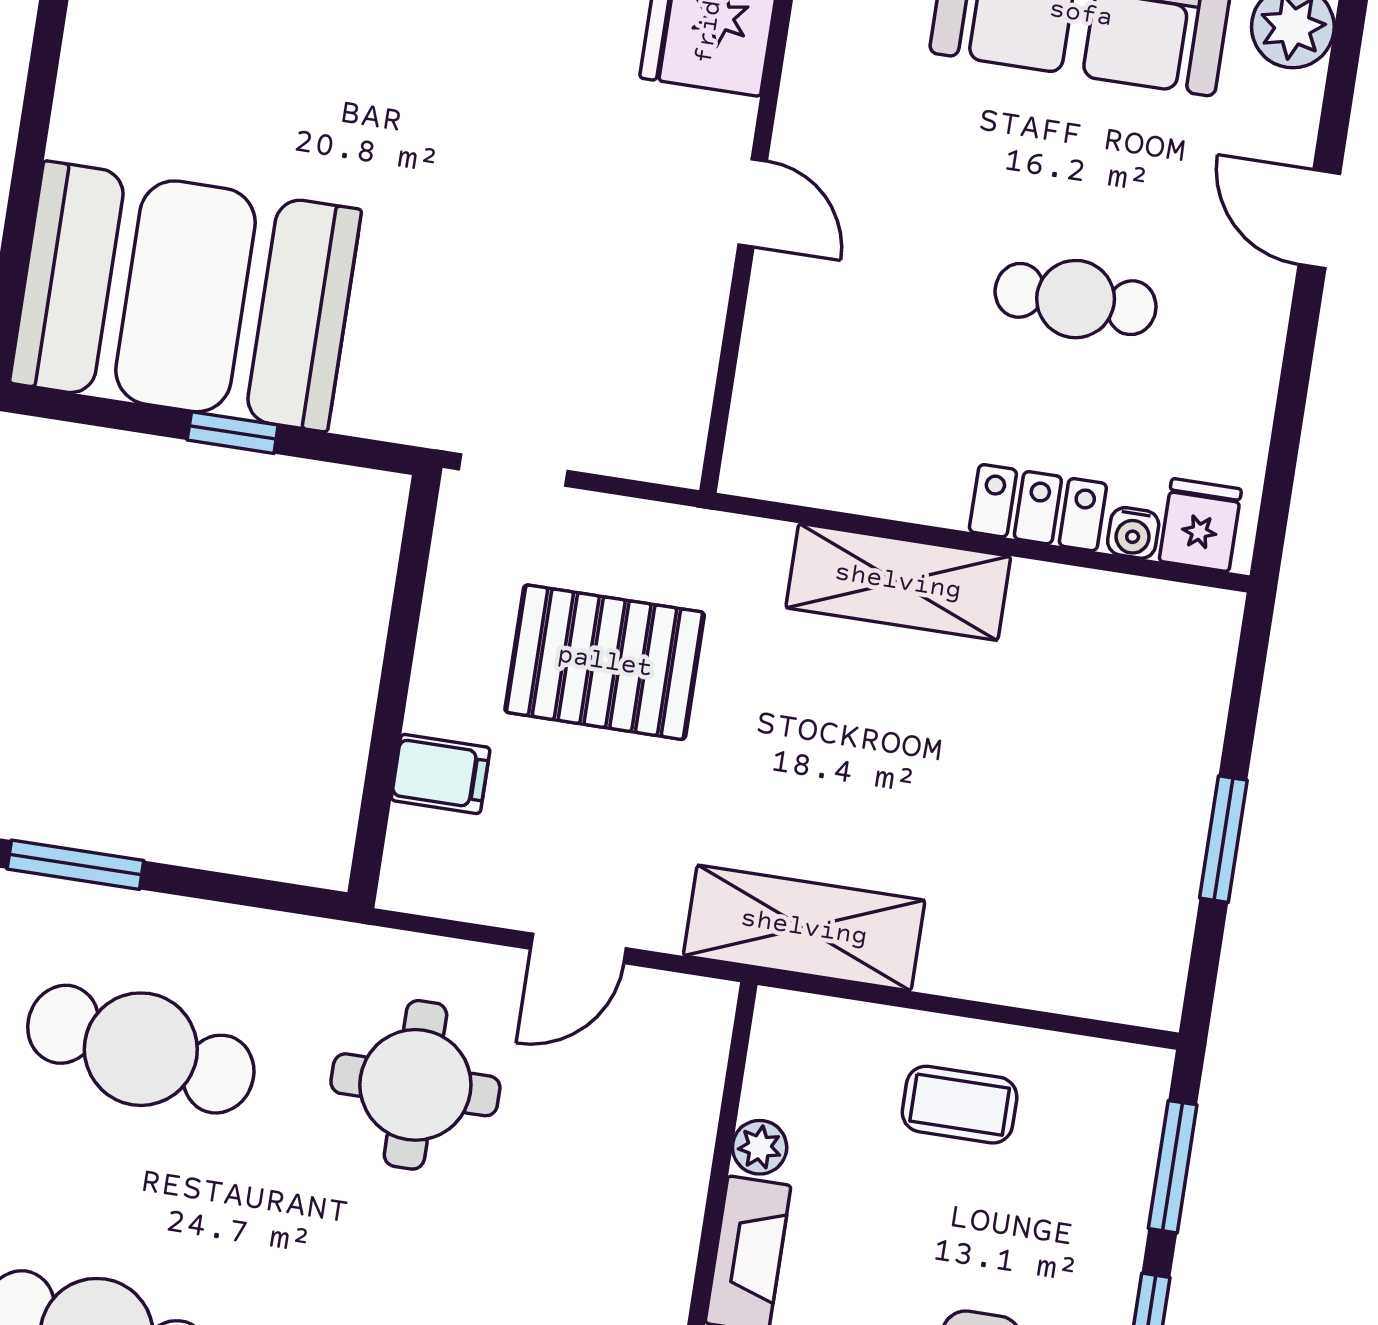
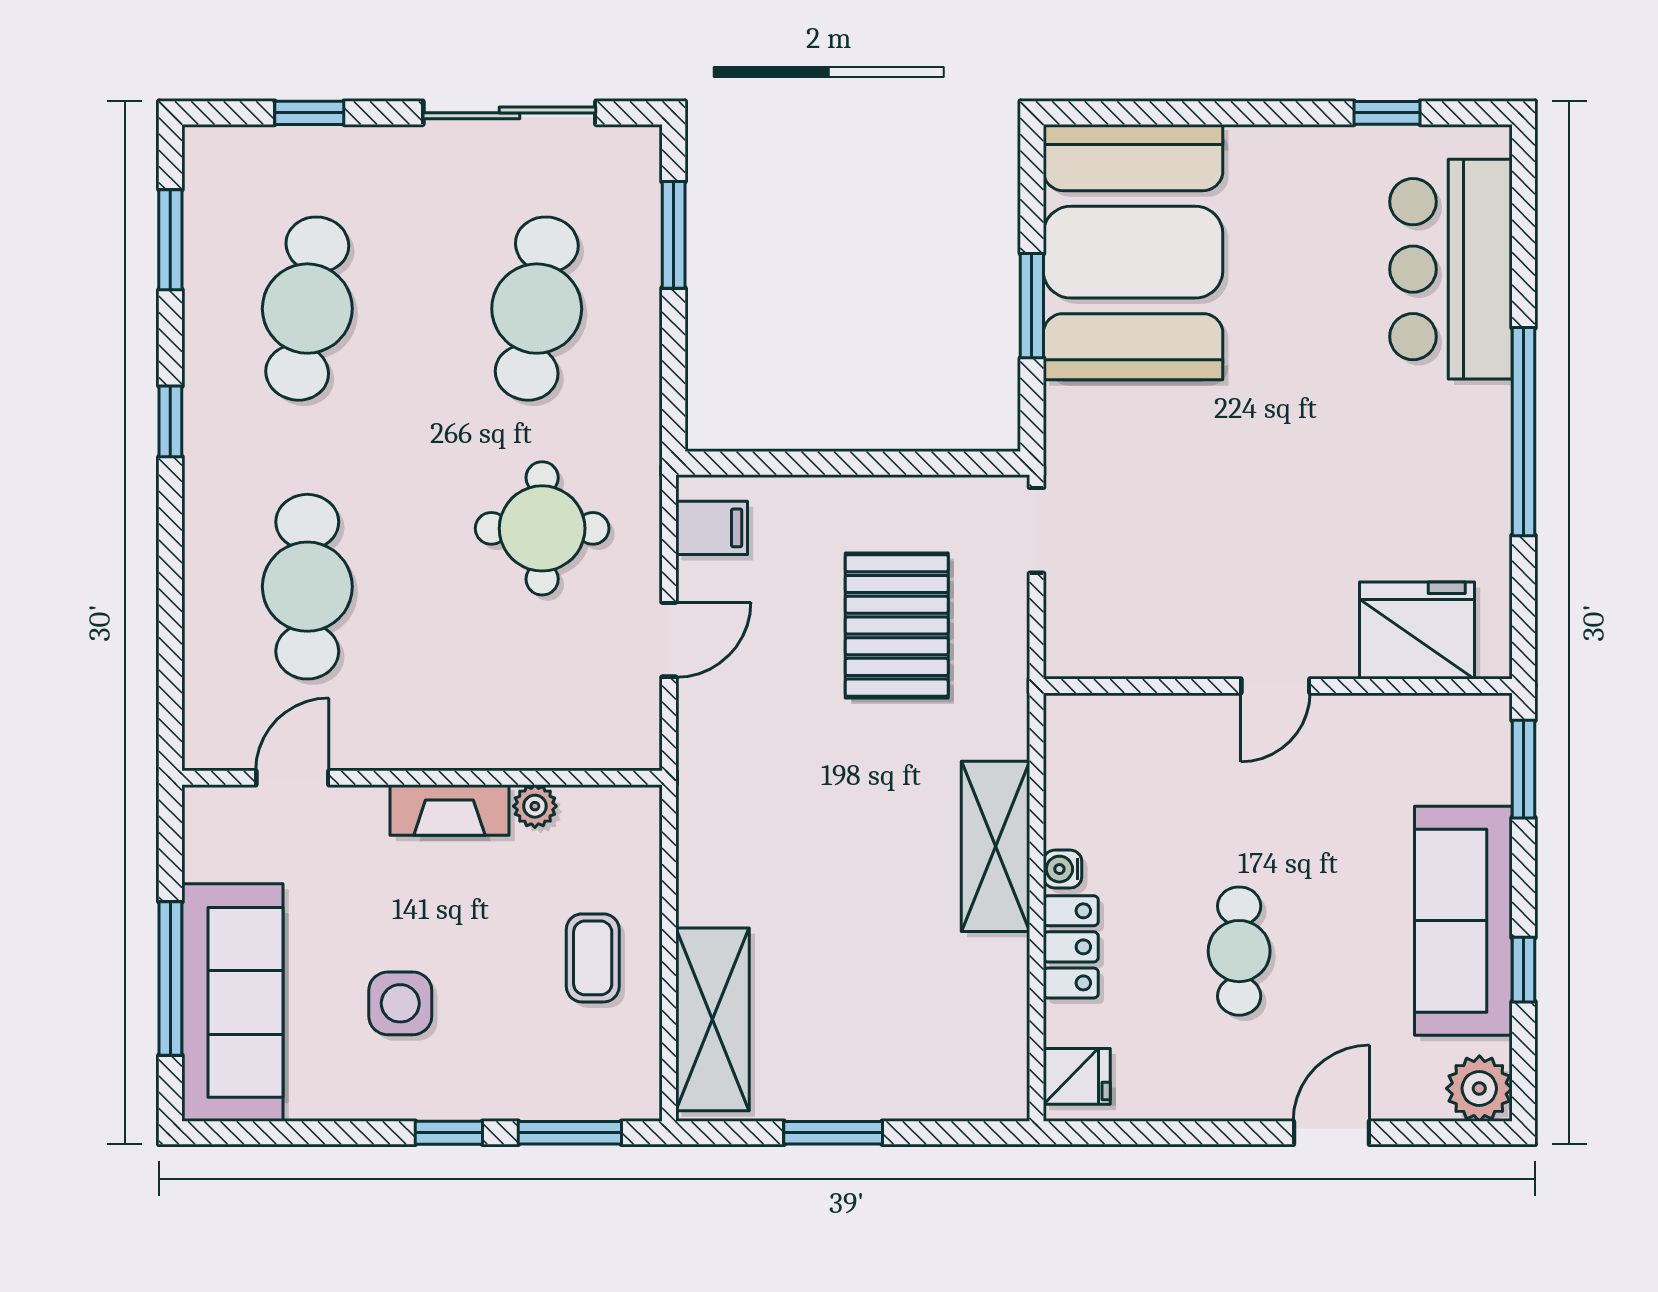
window: (233, 433) -> (1032, 306), width x1.50
water cooler: (1133, 533) -> (1062, 869), moved
filing cabinet: (441, 774) -> (712, 528), moved, turned -90
shelving: (804, 928) -> (712, 1019), moved
door: (578, 948) -> (669, 640), swing flipped

